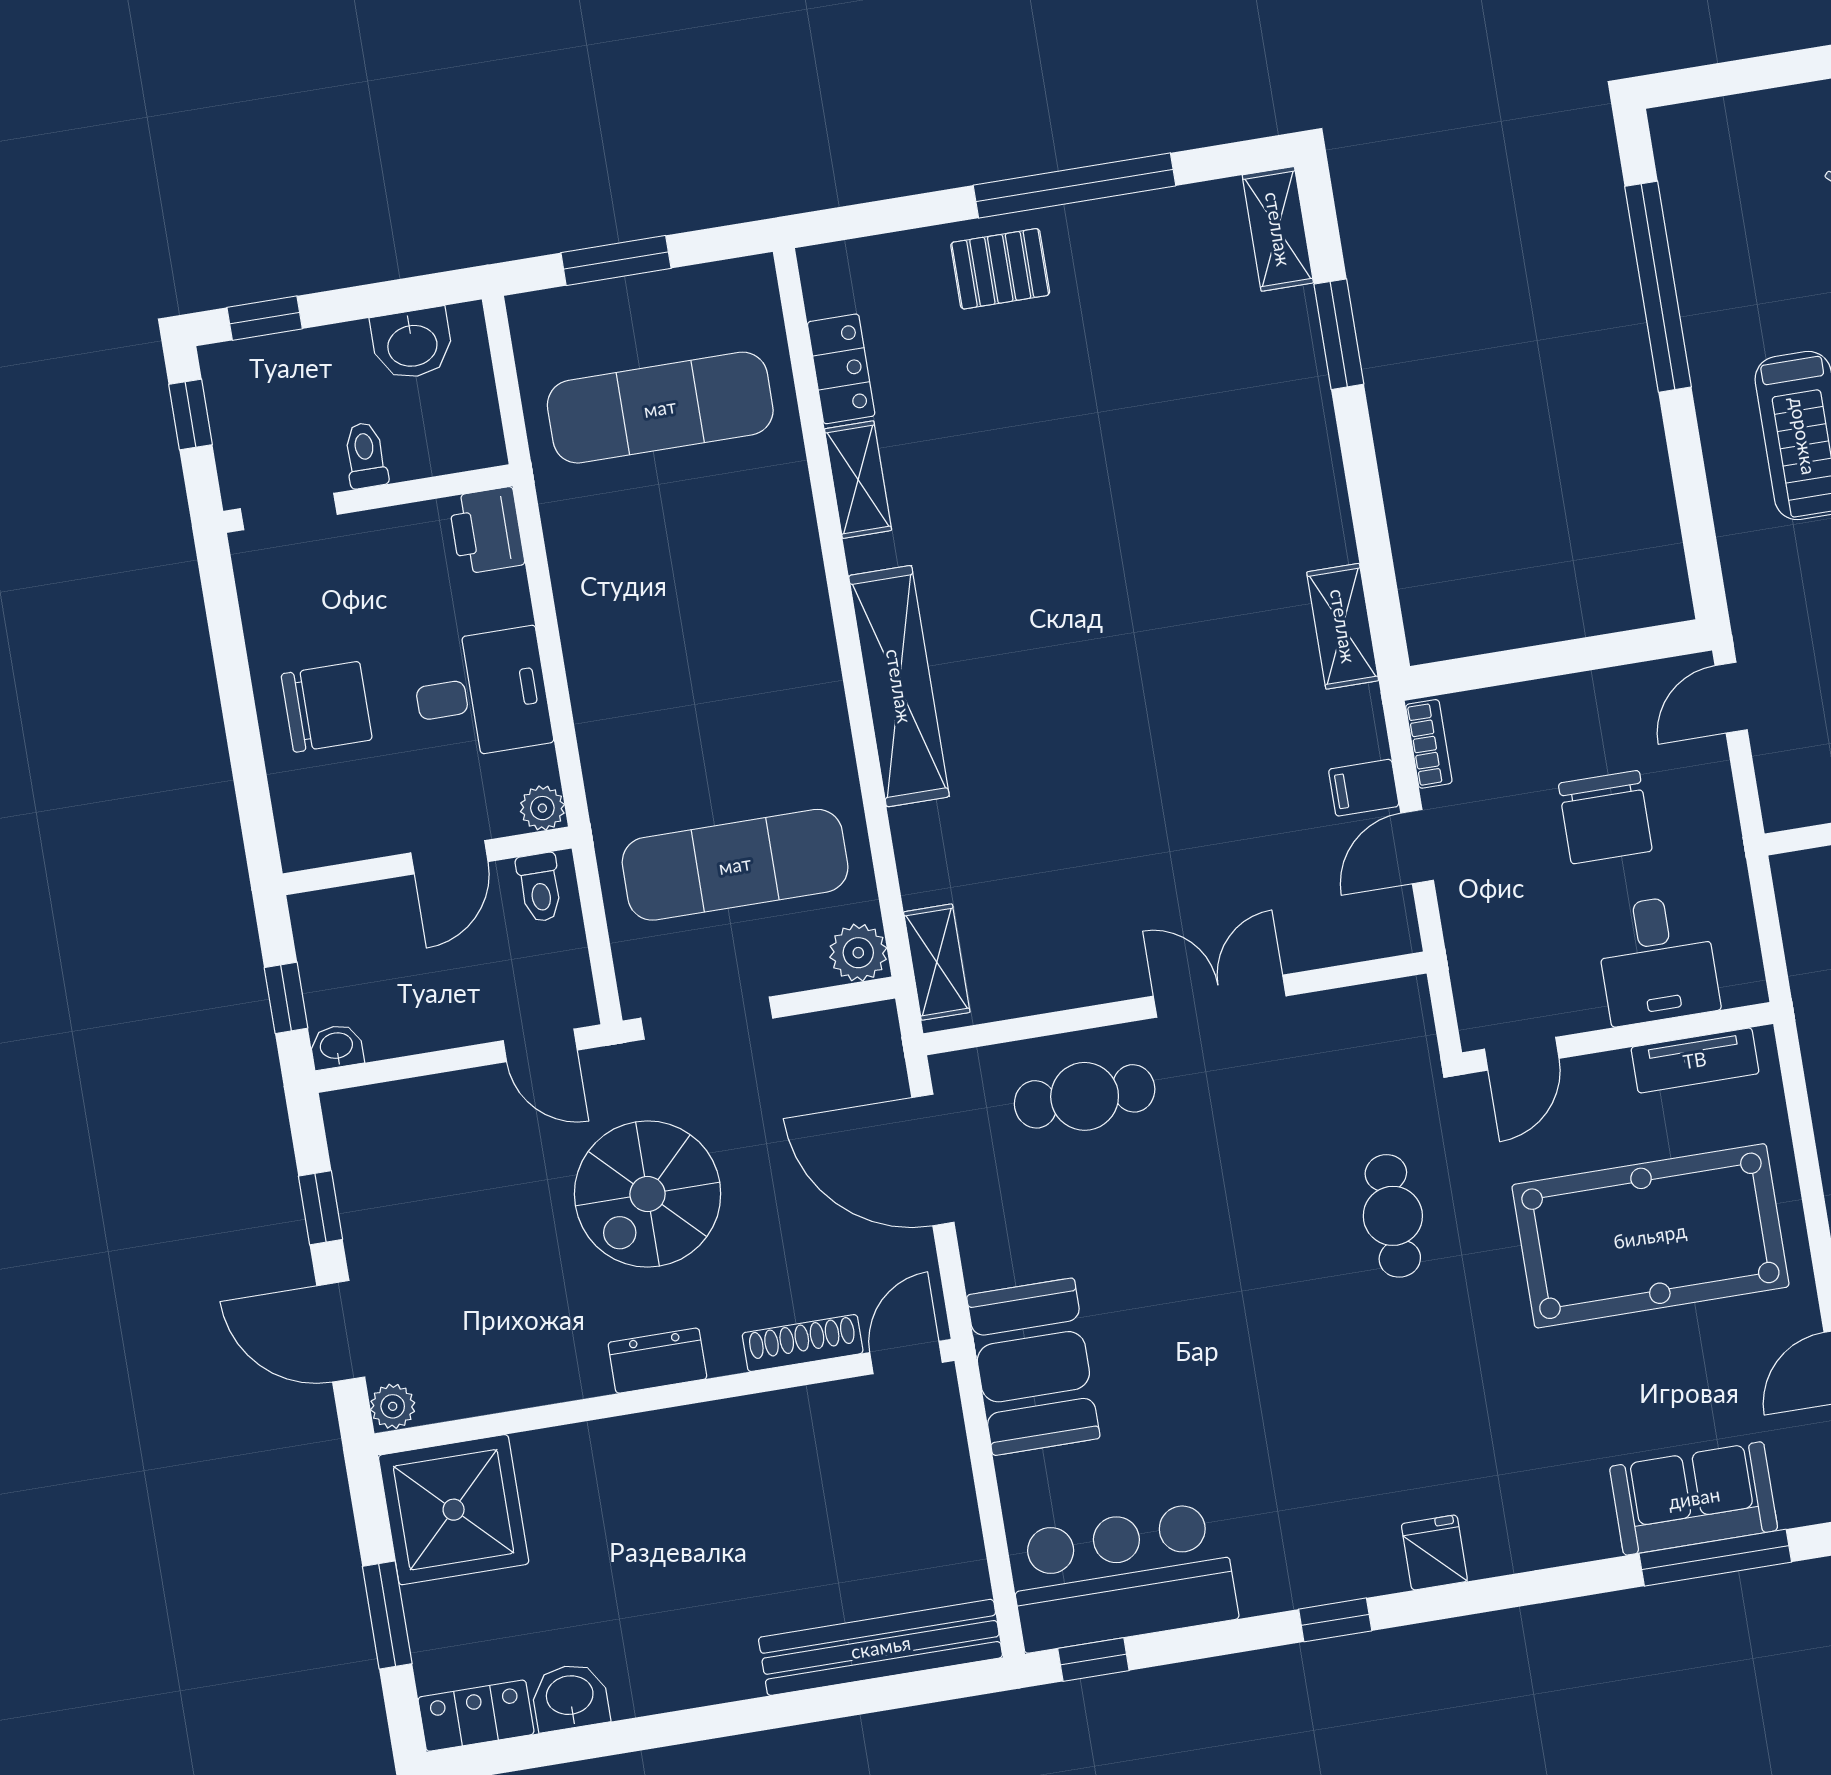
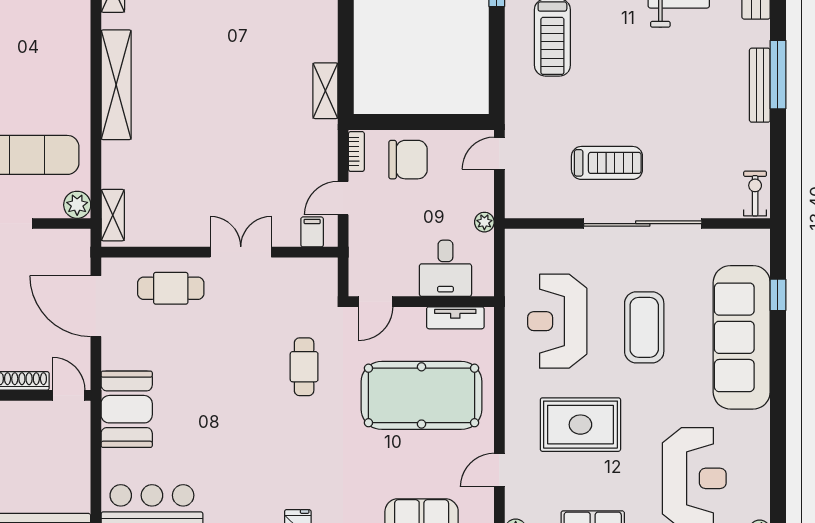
filing cabinet: (1364, 788) -> (312, 232), moved, turned 90
chair: (1605, 817) -> (408, 160), moved, turned -90
plant: (1723, 848) -> (484, 222), added
door: (906, 1358) -> (69, 395), hinge flipped

